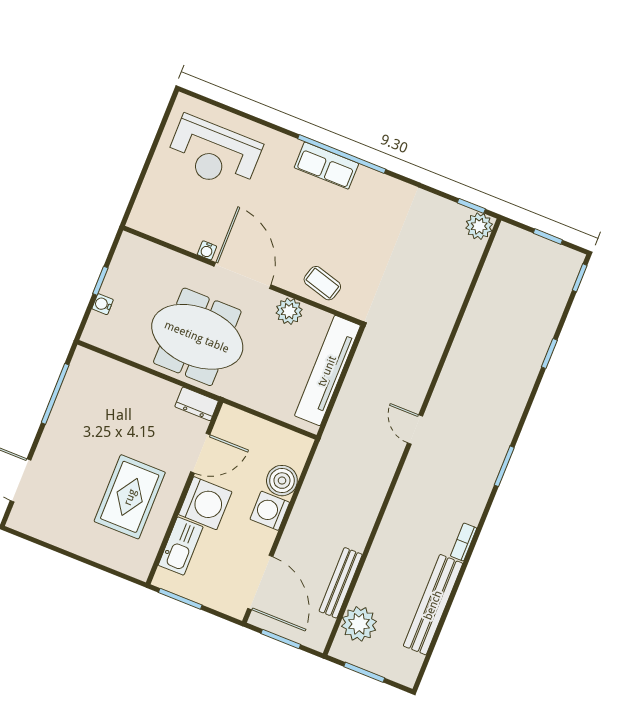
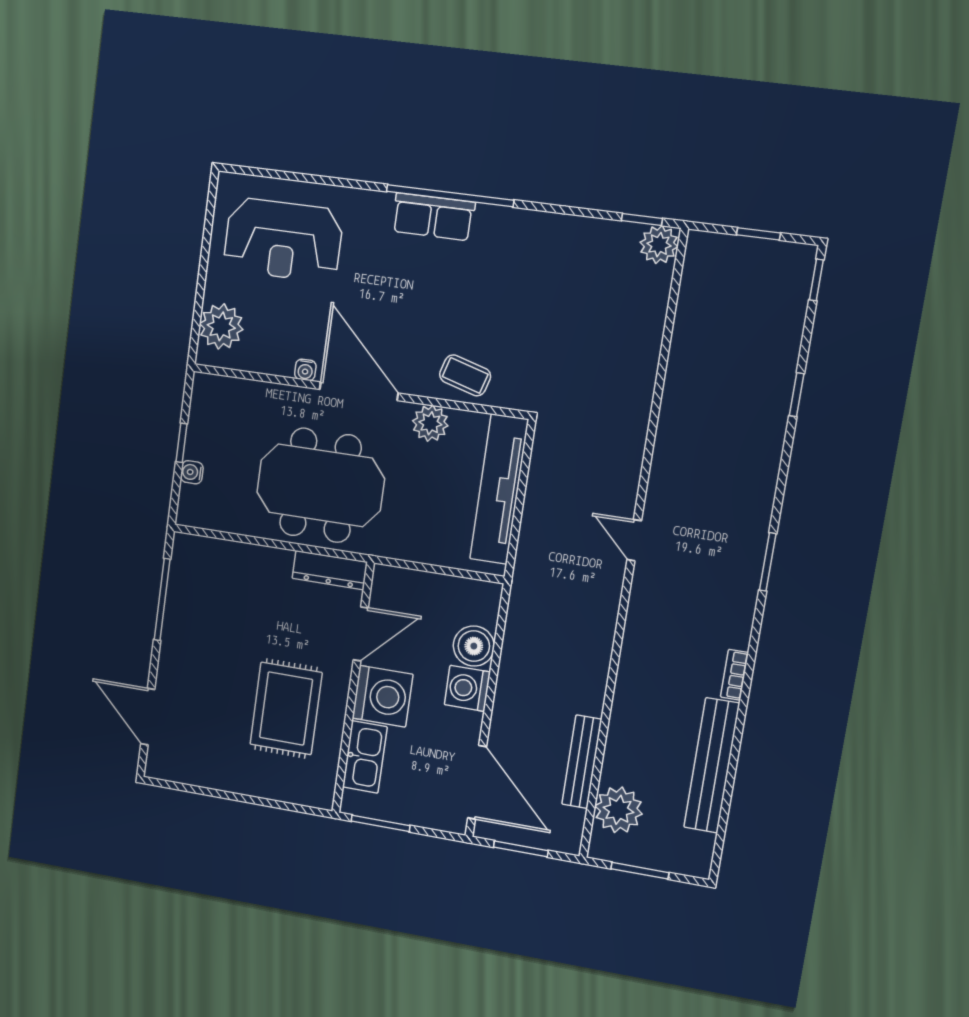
plant: (152, 203) -> (221, 326), added
dresser: (197, 404) -> (330, 570), width x1.44

